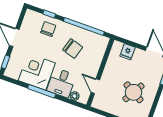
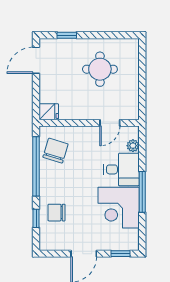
chair: (73, 49) -> (56, 151), moved
fridge: (128, 52) -> (49, 112), moved
round table: (133, 92) -> (100, 69), turned -30

